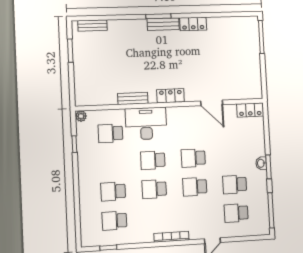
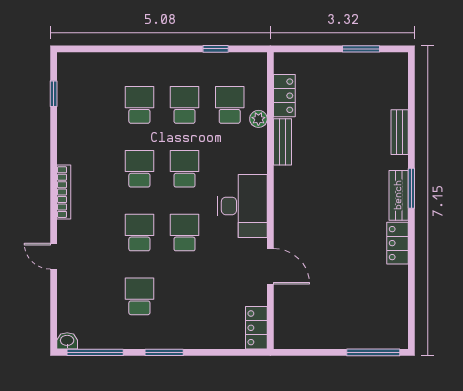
bench: (92, 25) -> (400, 132), moved
locker: (171, 96) -> (284, 96), moved
door: (212, 103) -> (270, 266), swing flipped
plant: (81, 116) -> (258, 119), moved
desk: (146, 124) -> (242, 206), moved
washbasin: (261, 163) -> (67, 341), moved
school desk: (236, 213) -> (94, 296), removed
school desk: (114, 221) -> (185, 105), moved

